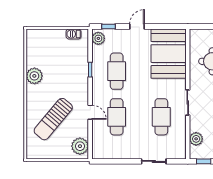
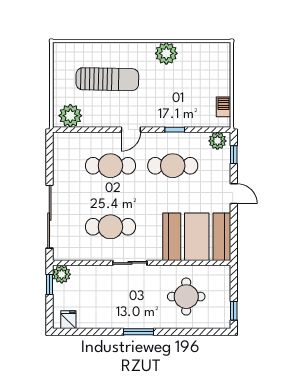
door: (90, 112) -> (131, 130), moved
sun lounger: (53, 119) -> (107, 79), turned 141
plant: (196, 139) -> (62, 274), moved
sliding door: (154, 161) -> (49, 217), width x1.86

